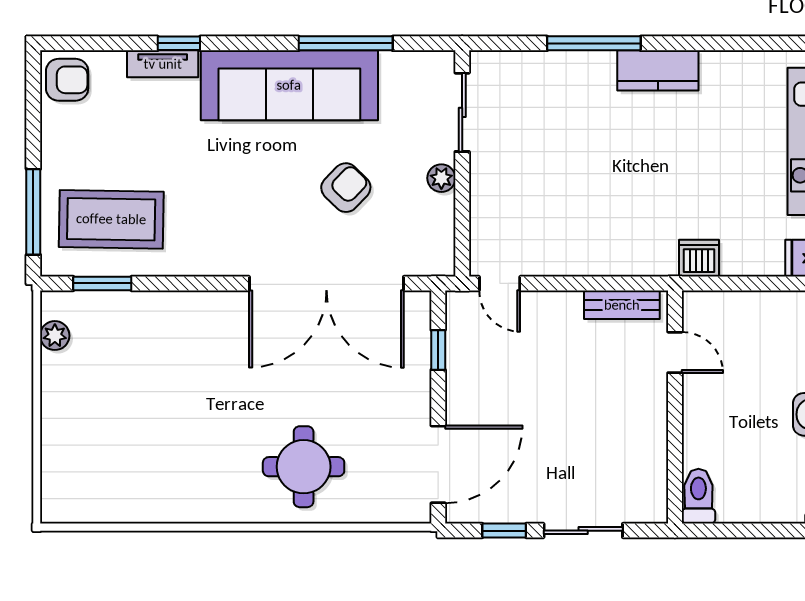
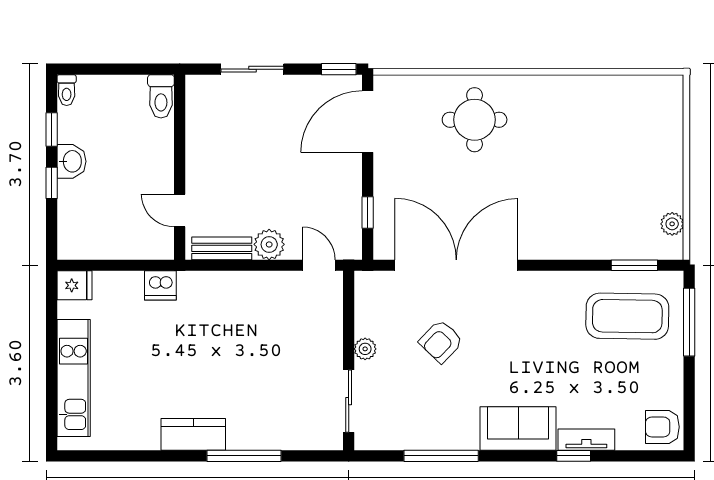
sofa: (289, 85) -> (518, 429), width x0.54, depth x0.79
plant: (562, 310) -> (269, 244), added
window: (504, 531) -> (339, 69), moved

